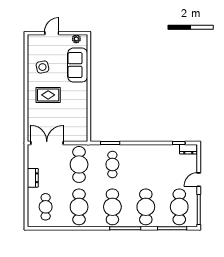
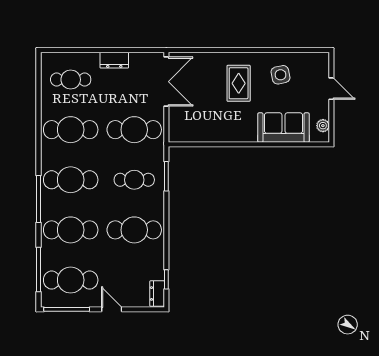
cafe table: (146, 164) -> (134, 230), added

